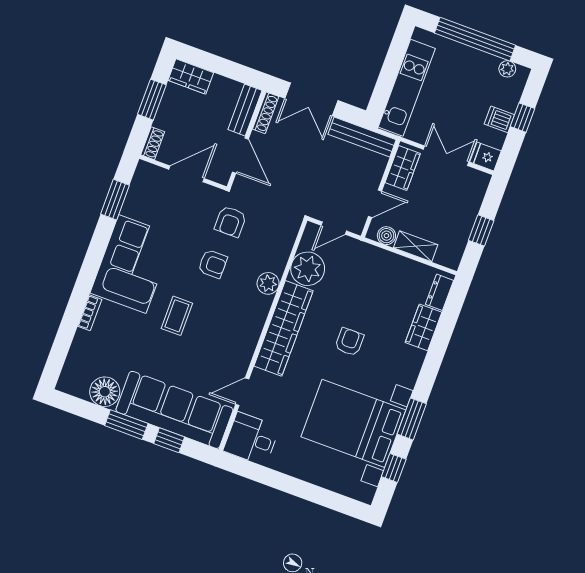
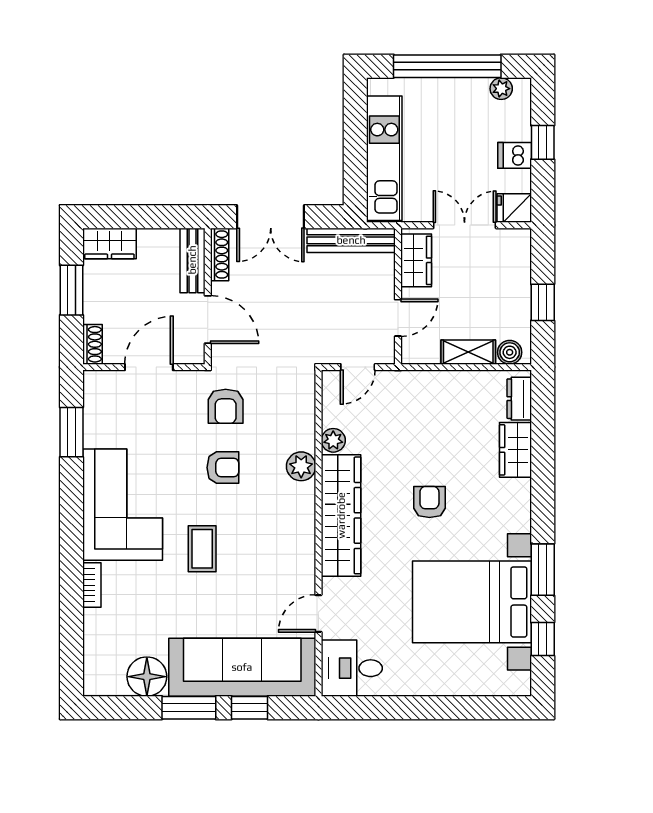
boiler: (386, 236) -> (510, 352), moved
plant: (308, 269) -> (333, 440), width x0.53, depth x0.53

